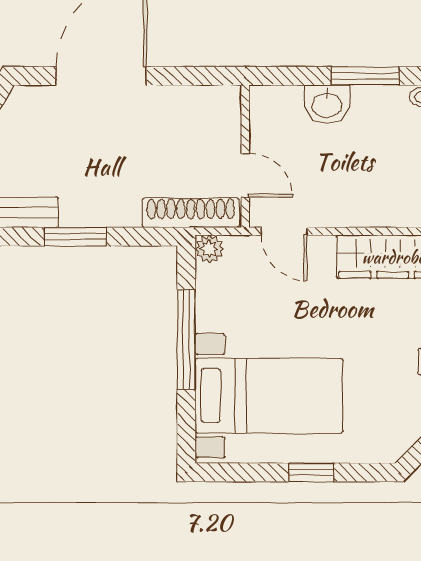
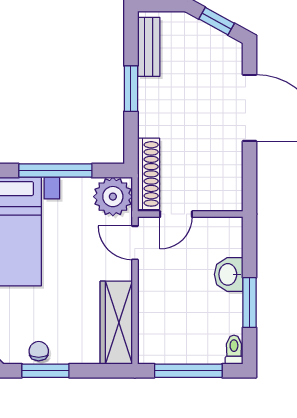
door: (284, 231) -> (135, 243), hinge flipped
plant: (209, 249) -> (113, 197), width x1.87, depth x1.87

